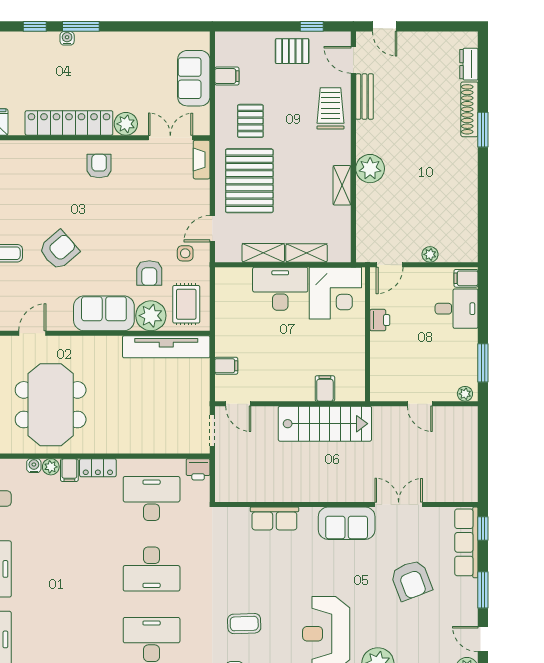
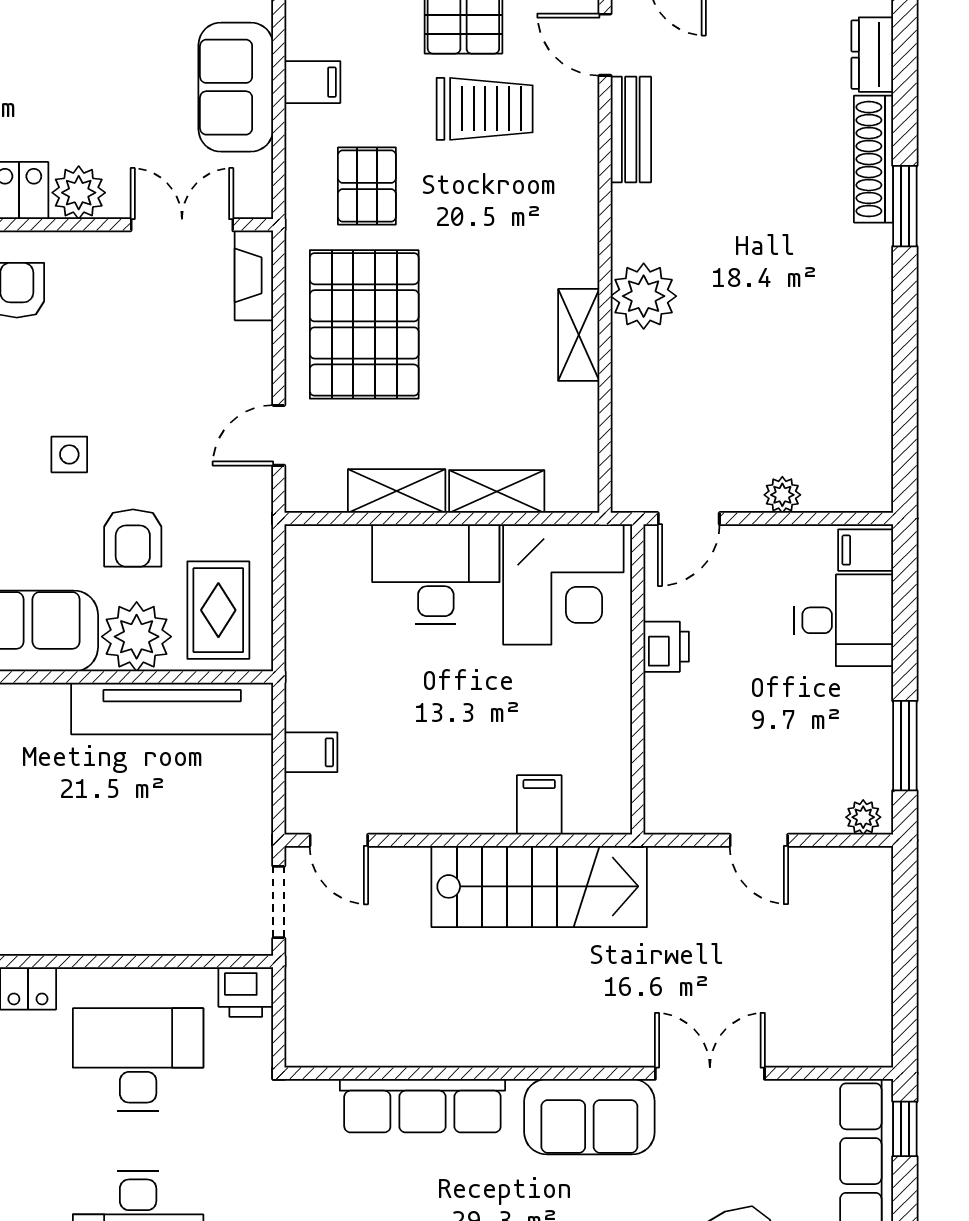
trolley: (330, 108) -> (485, 109), moved, turned 90
side table: (185, 253) -> (69, 454), moved
row of seats: (274, 518) -> (422, 1106), width x1.48

